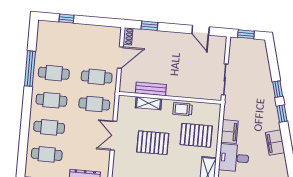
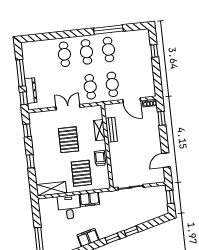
cafe table: (47, 154) -> (42, 57), removed

